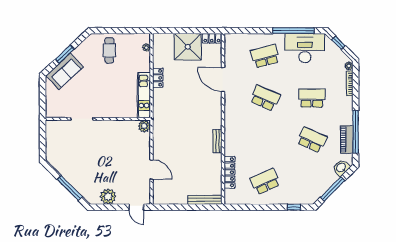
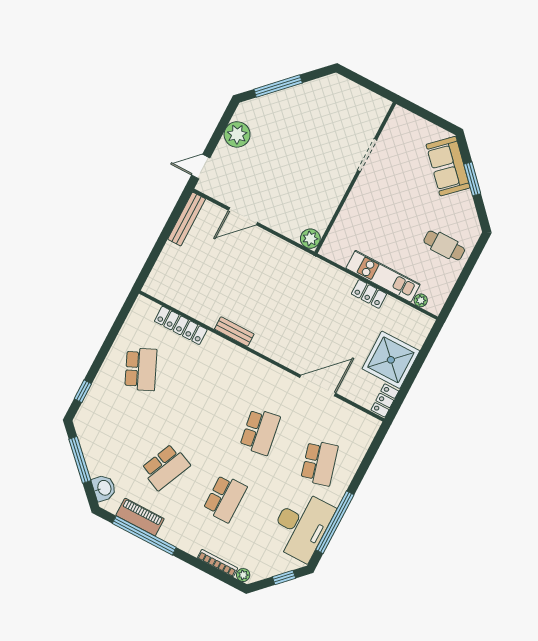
kitchen unit: (144, 95) -> (383, 276), moved
school desk: (265, 98) -> (260, 432), turned -33
bench: (205, 200) -> (187, 219), moved

